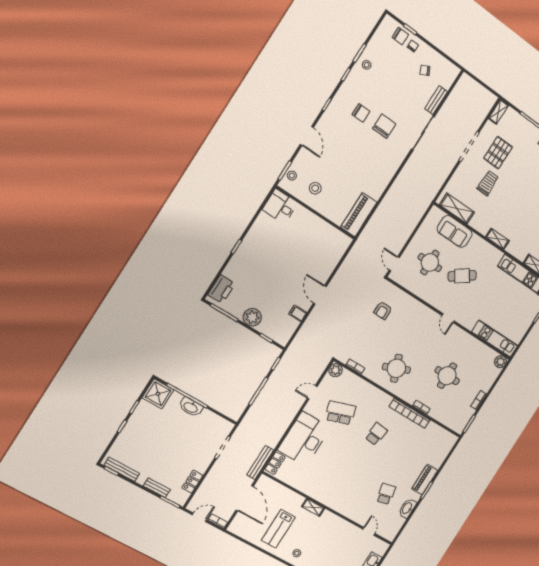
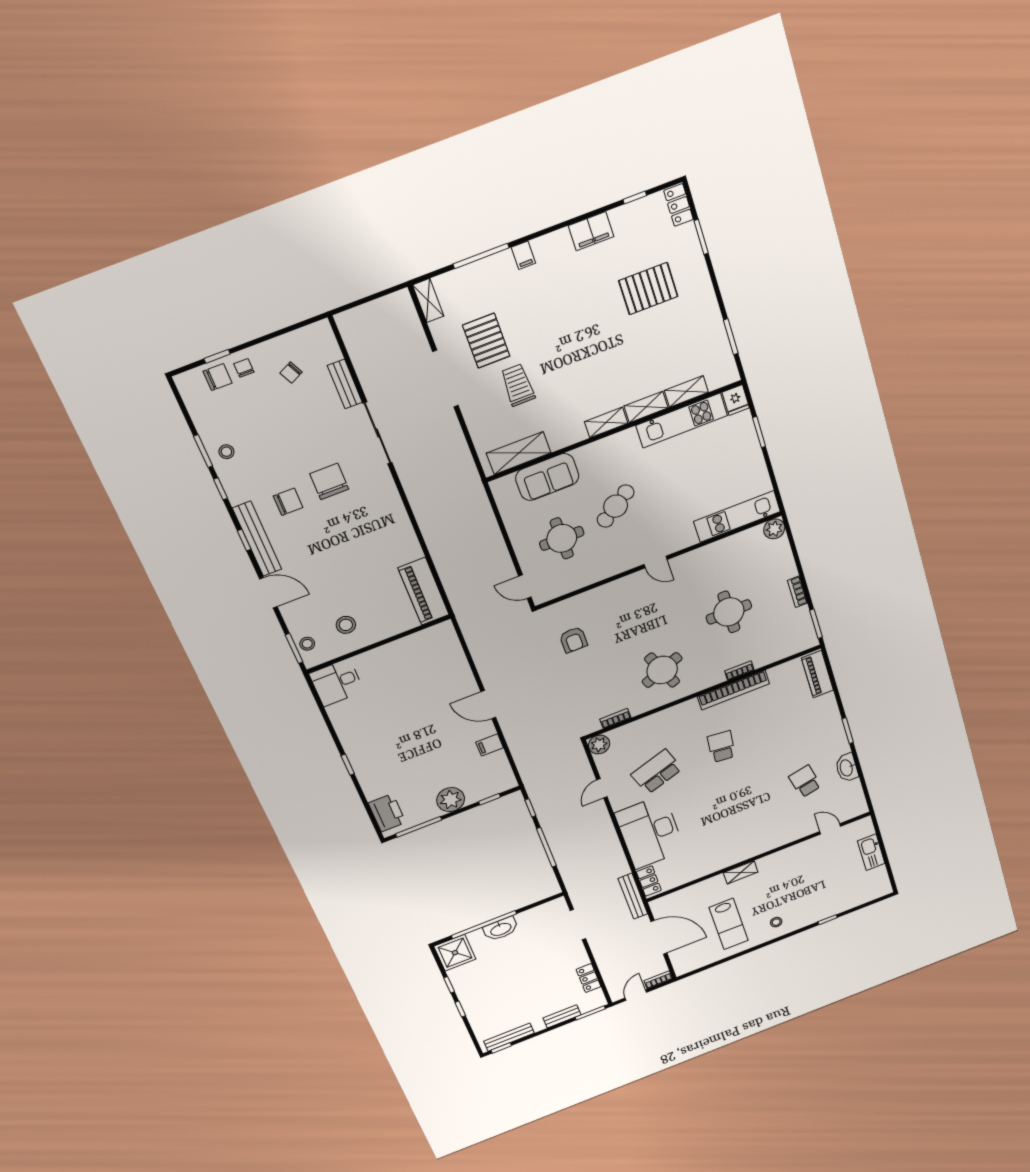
bench: (332, 110) -> (257, 539), added
shelving: (516, 252) -> (646, 407), added
piano: (425, 480) -> (817, 674), moved

